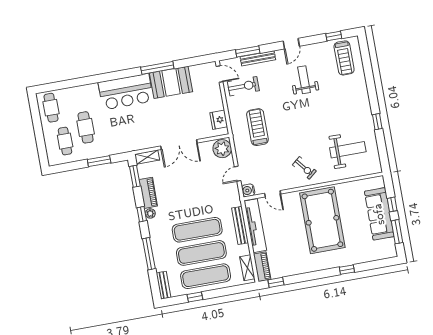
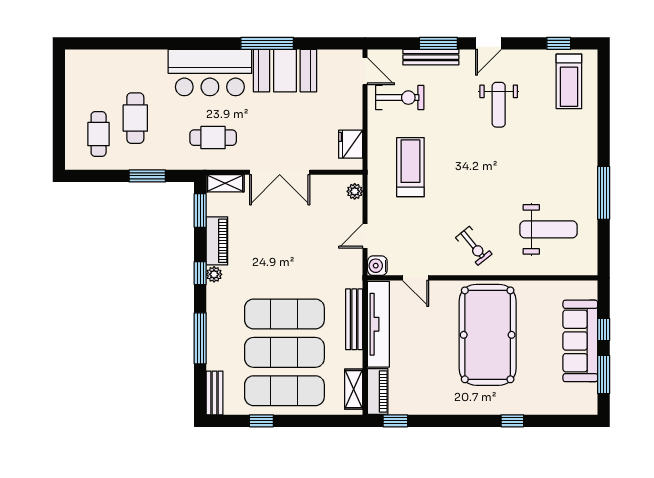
window: (248, 51) -> (438, 43), moved
weight bench: (304, 80) -> (499, 105), turned 180
cafe table: (51, 108) -> (213, 138), moved, turned 90
window: (377, 122) -> (604, 193), width x2.17
plant: (222, 149) -> (355, 191), width x0.53, depth x0.53

